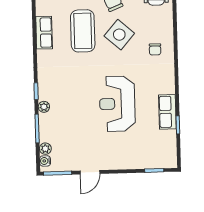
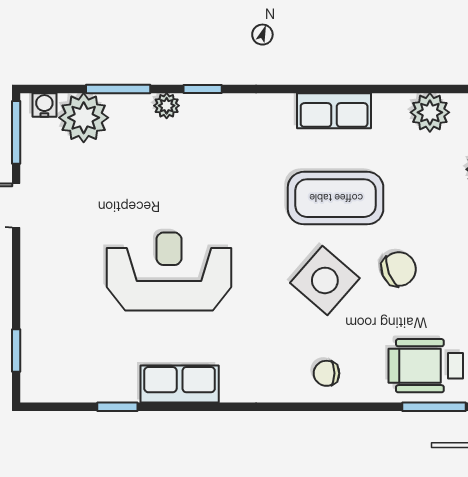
chair: (155, 49) -> (326, 373), moved
row of seats: (167, 112) -> (180, 384), moved
plant: (45, 149) -> (84, 118), width x1.88, depth x1.88

